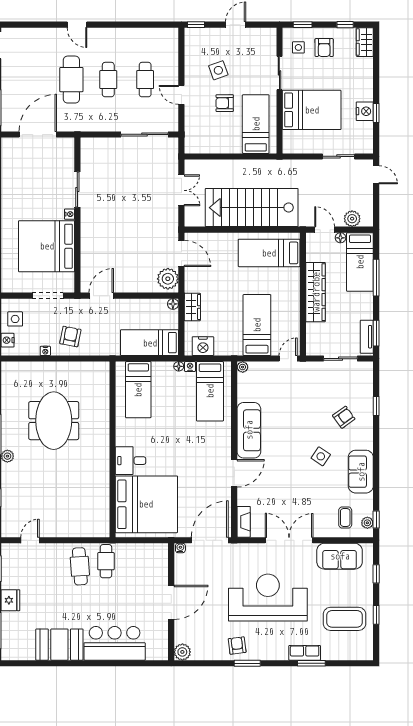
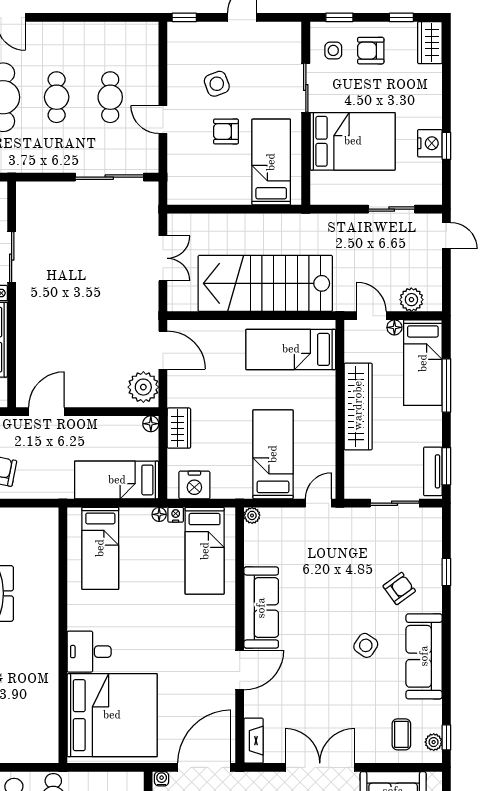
armchair: (324, 48) -> (371, 51), turned 90
sofa: (361, 472) -> (424, 656), width x1.36

